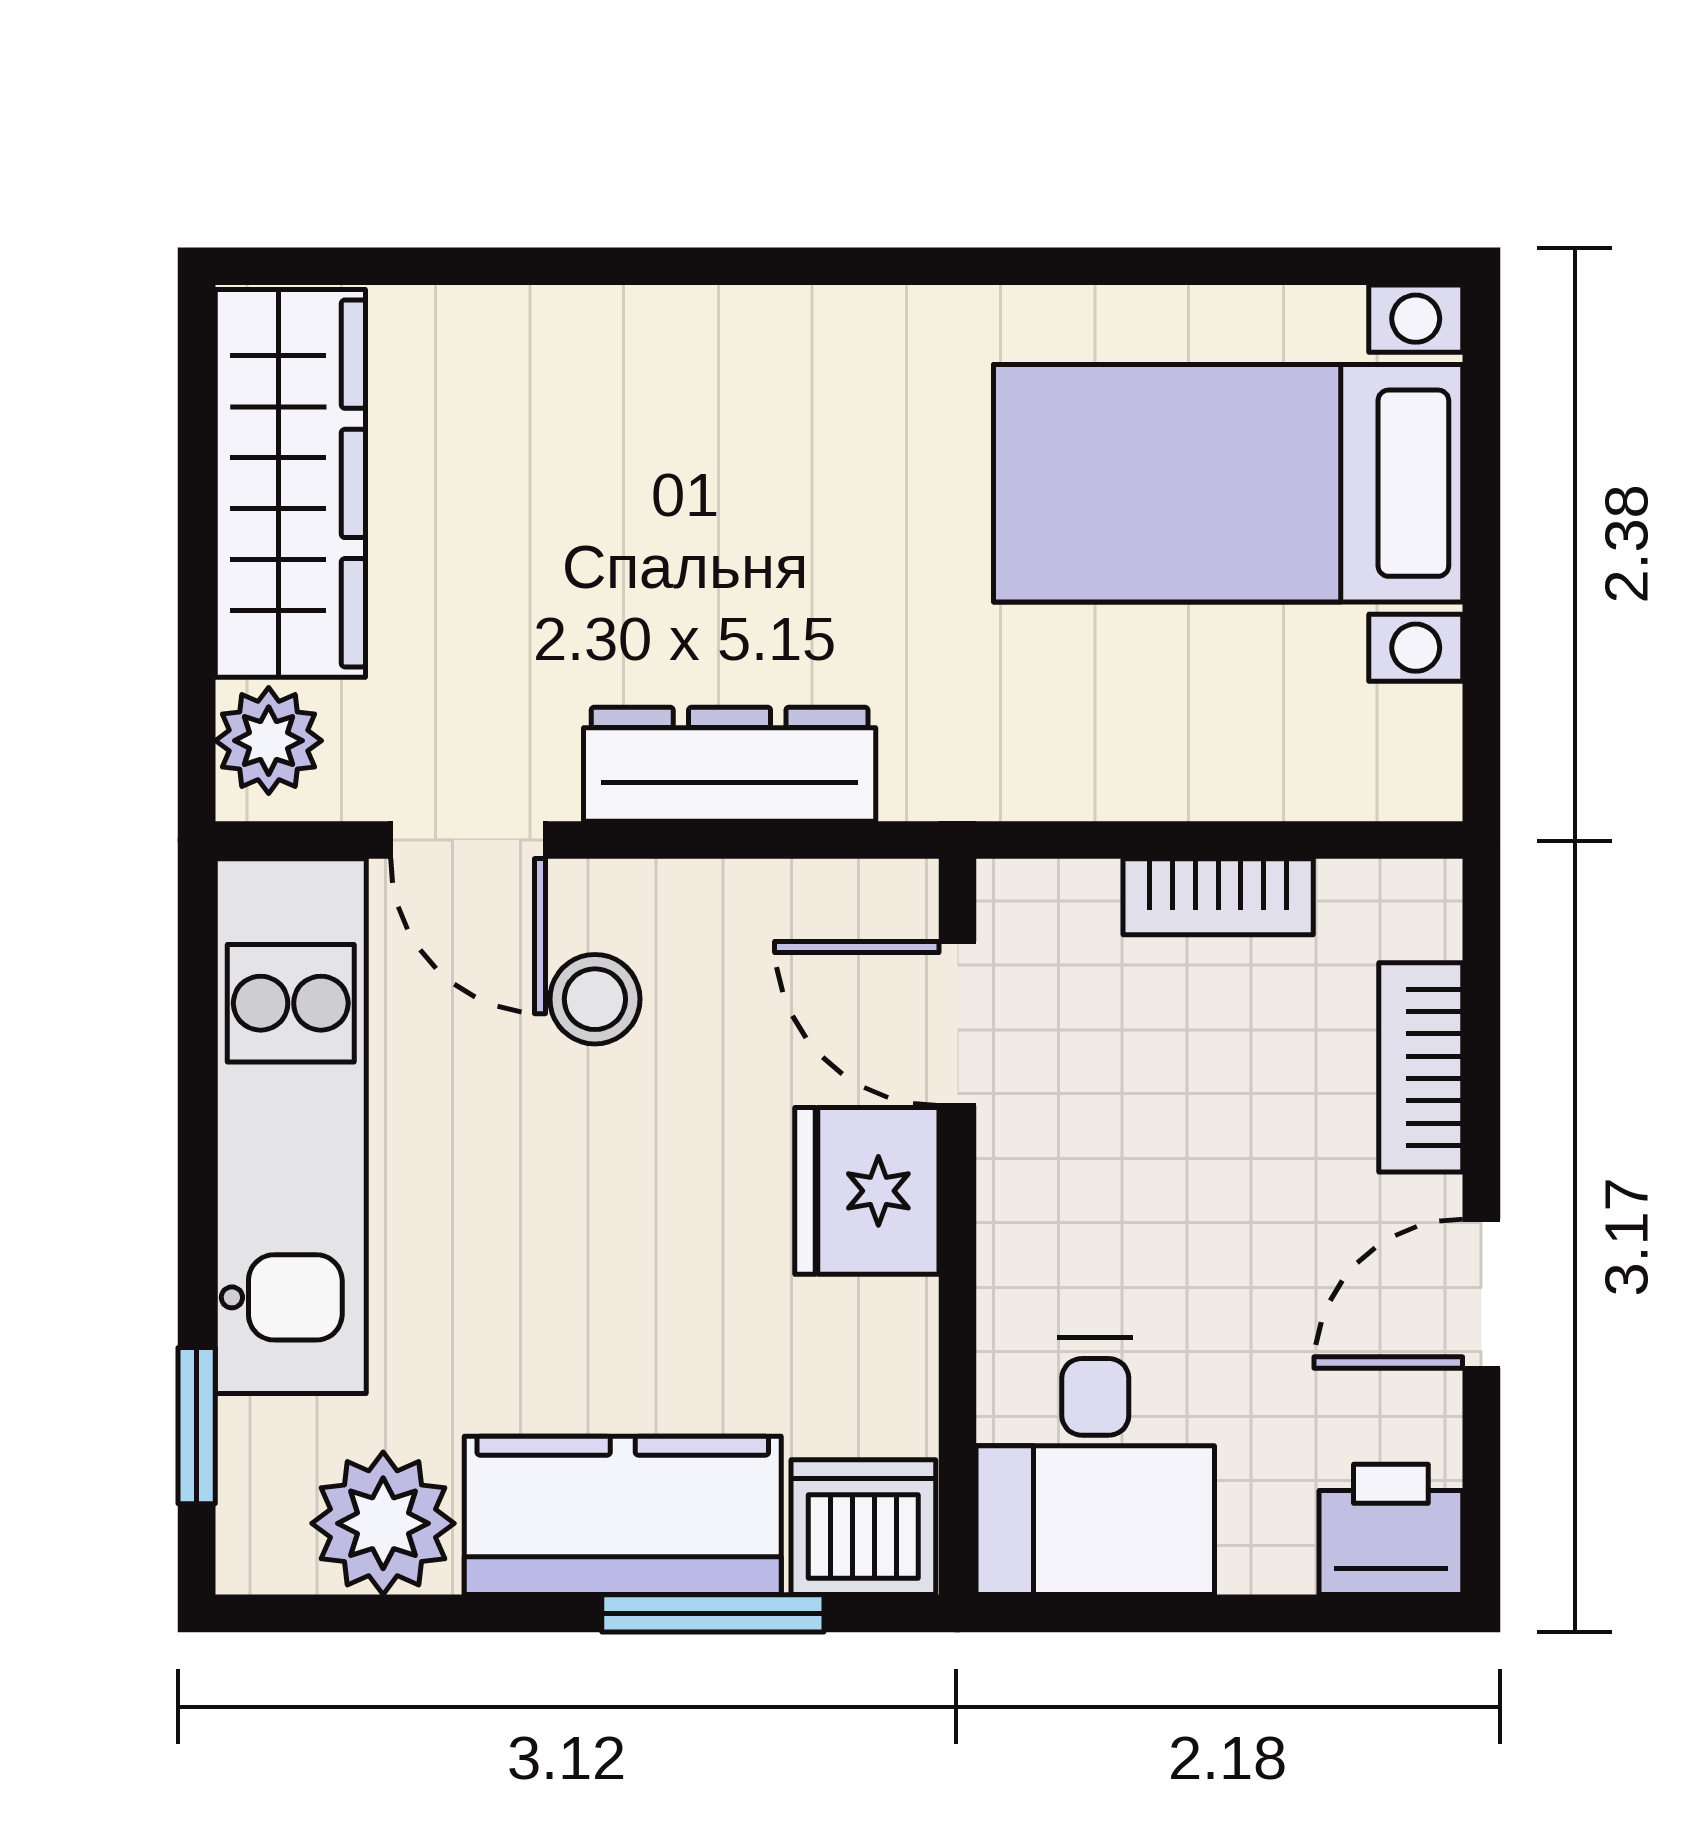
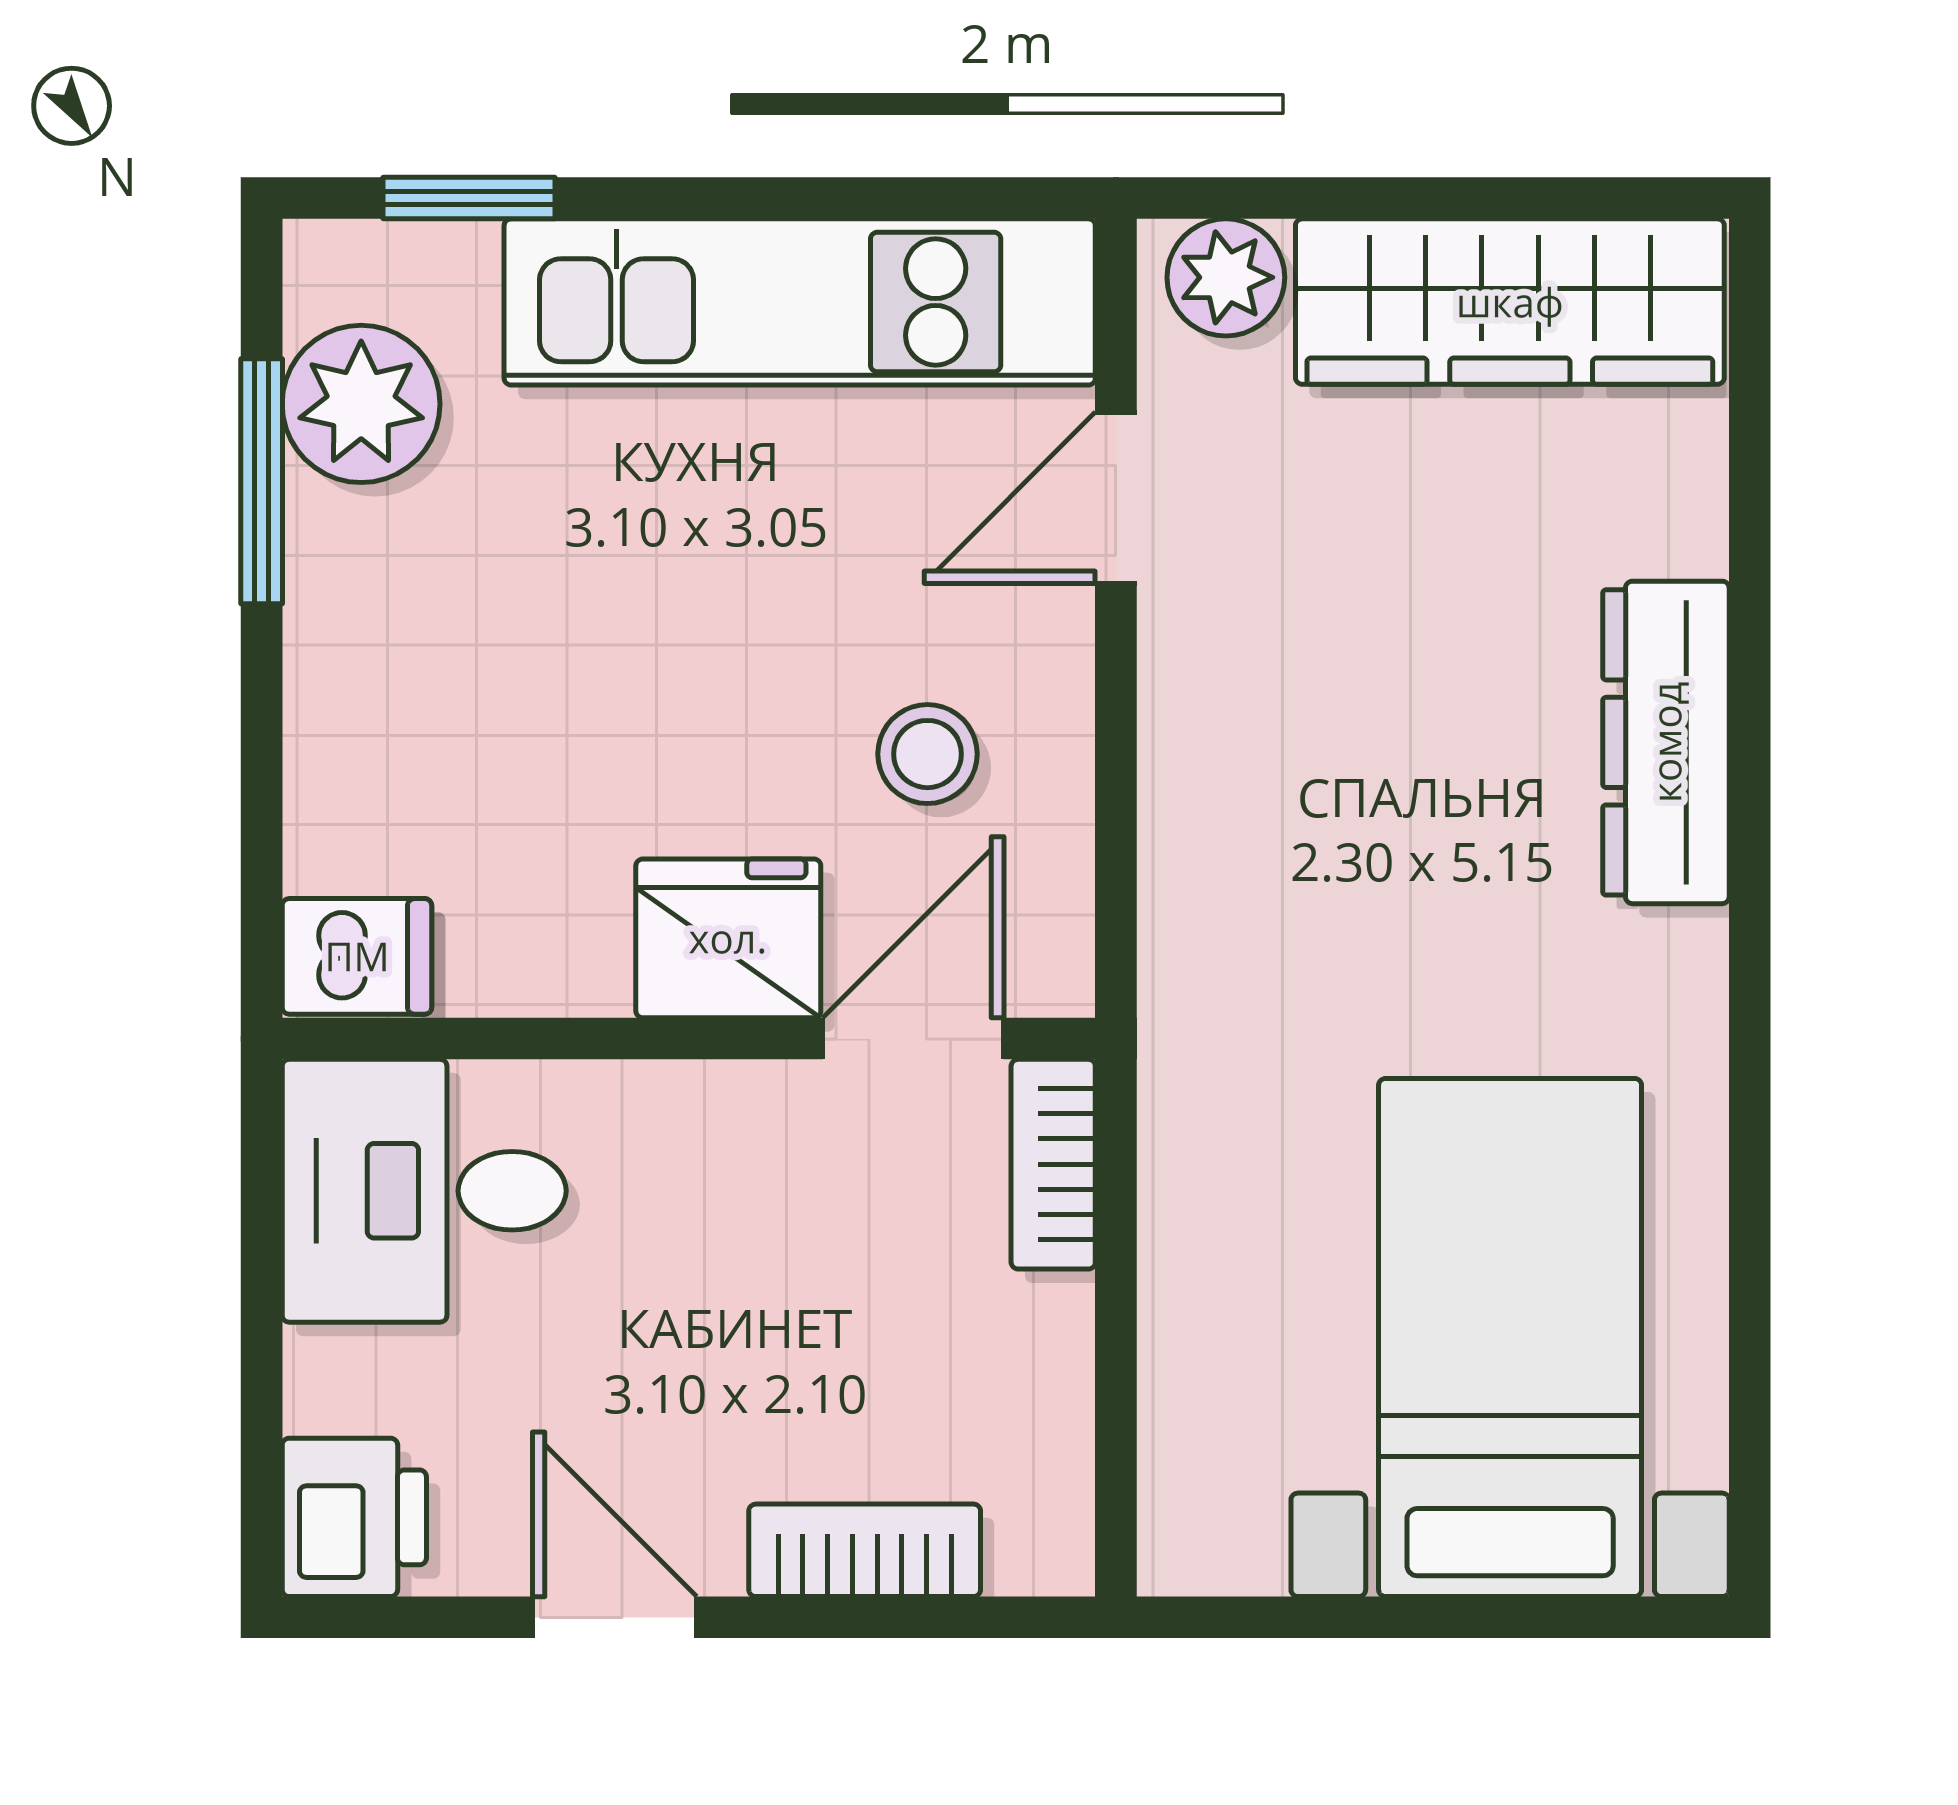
dresser: (730, 764) -> (1666, 742), moved, turned 180
bookcase: (1218, 897) -> (1053, 1164), moved
stool: (595, 999) -> (927, 754), moved
kitchen counter: (623, 1515) -> (370, 669), removed
dishwasher: (863, 1527) -> (357, 956), width x0.73
window: (713, 1613) -> (262, 481), moved

